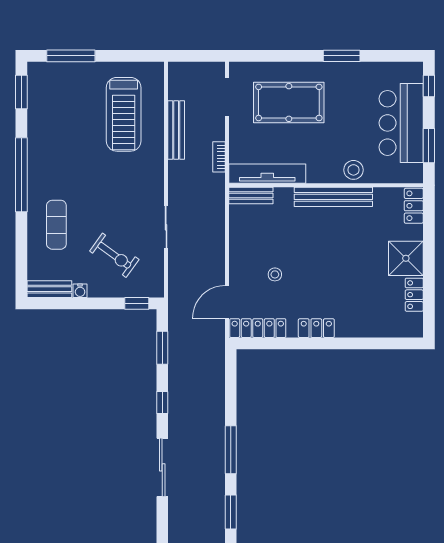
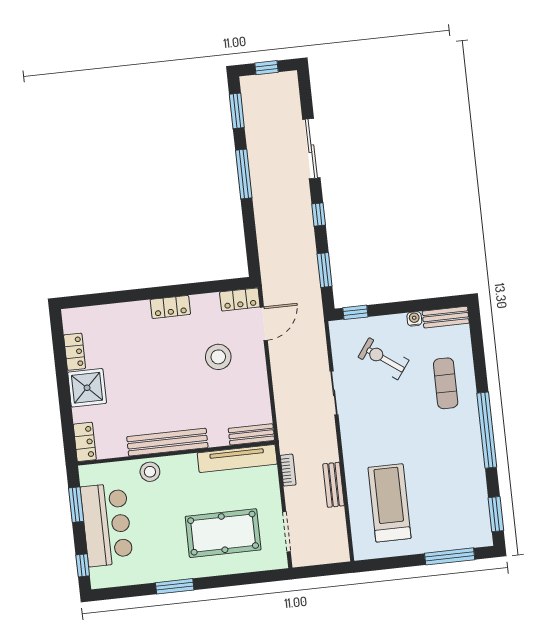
bench: (176, 130) -> (334, 485), width x0.73
stool: (275, 274) -> (218, 357), width x1.89, depth x1.89
locker: (258, 328) -> (240, 299), width x0.66

